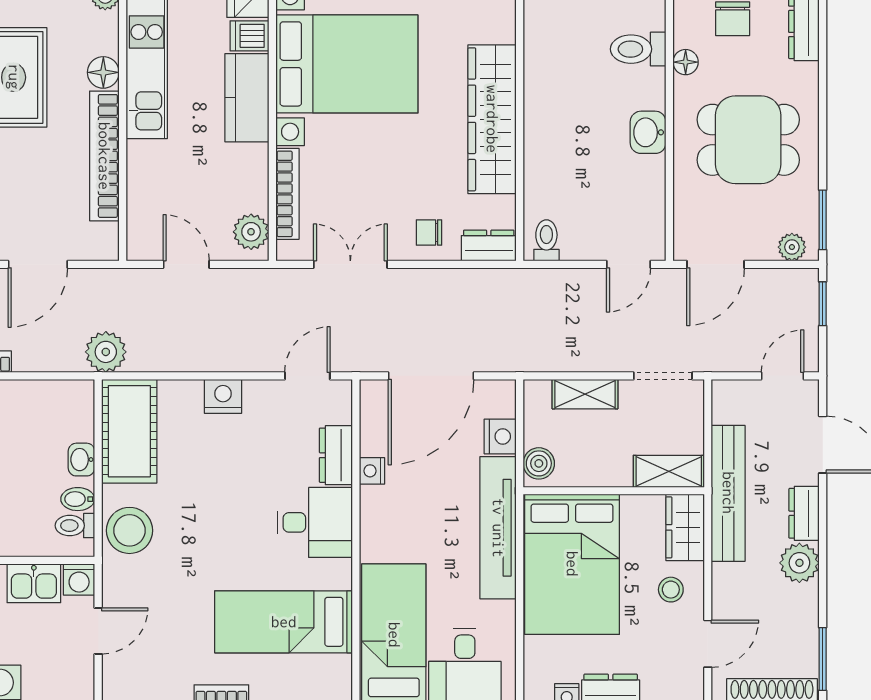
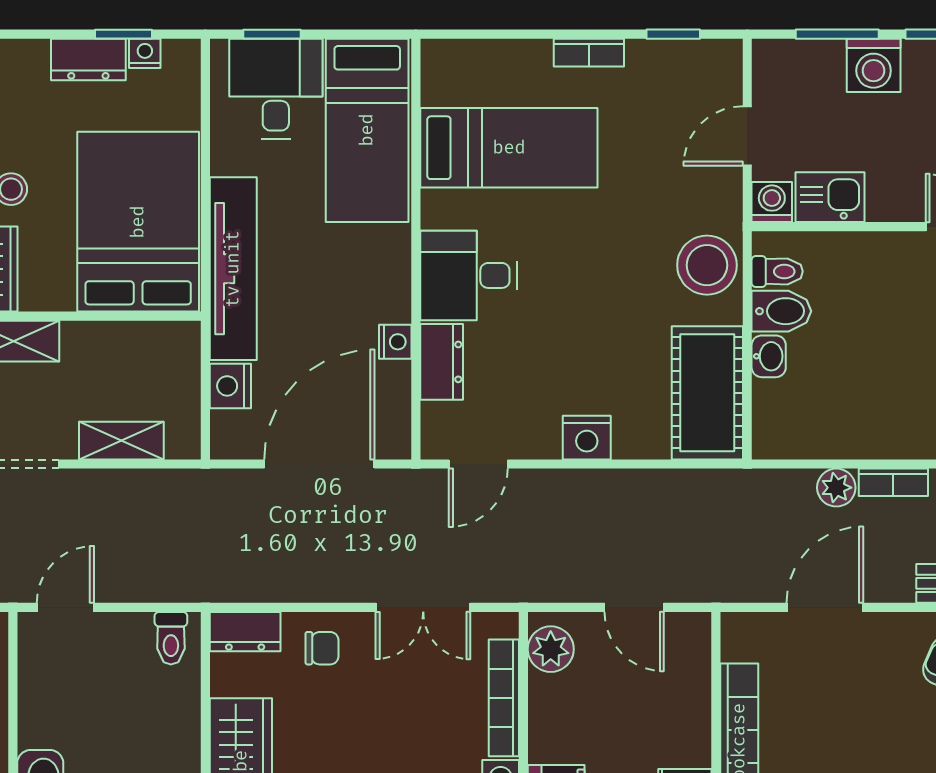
plant: (106, 352) -> (836, 488), moved, width x0.73, depth x0.73
boiler: (539, 463) -> (181, 351), removed
bidet: (78, 499) -> (781, 311), width x1.38, depth x1.36

